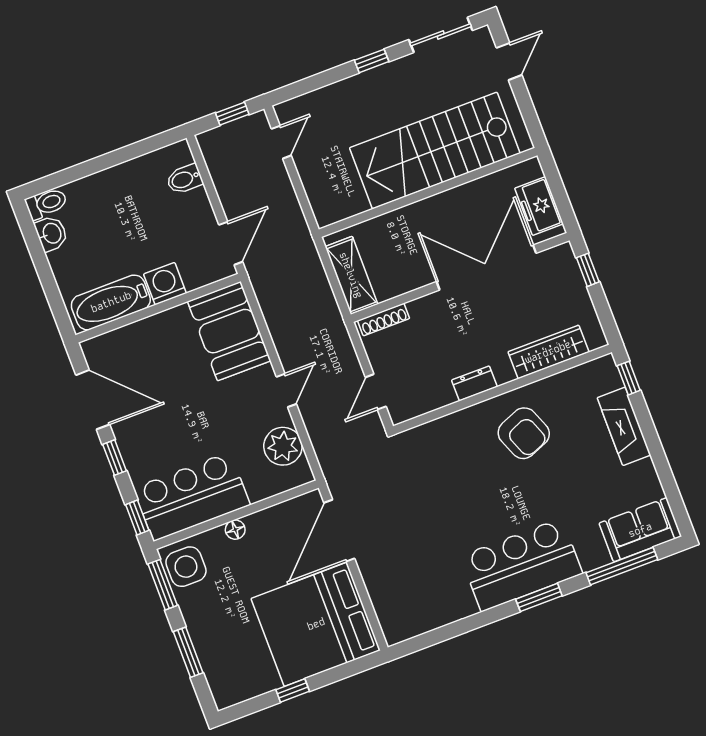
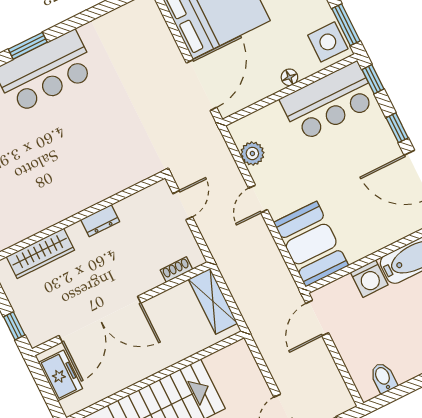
bidet: (185, 179) -> (383, 378), moved, turned -90
shoe rack: (384, 319) -> (176, 270), width x0.70
armchair: (524, 433) -> (54, 183), removed
plant: (283, 446) -> (252, 153), width x0.73, depth x0.73

